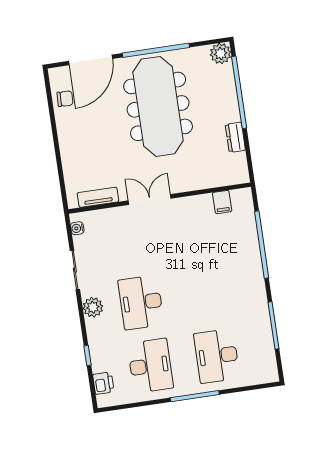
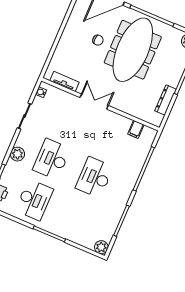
chair: (65, 99) -> (98, 40), moved
dresser: (235, 137) -> (166, 100), width x1.44
plant: (93, 307) -> (17, 154), moved
desk: (217, 356) -> (94, 177), moved
plant: (269, 373) -> (101, 247), added

